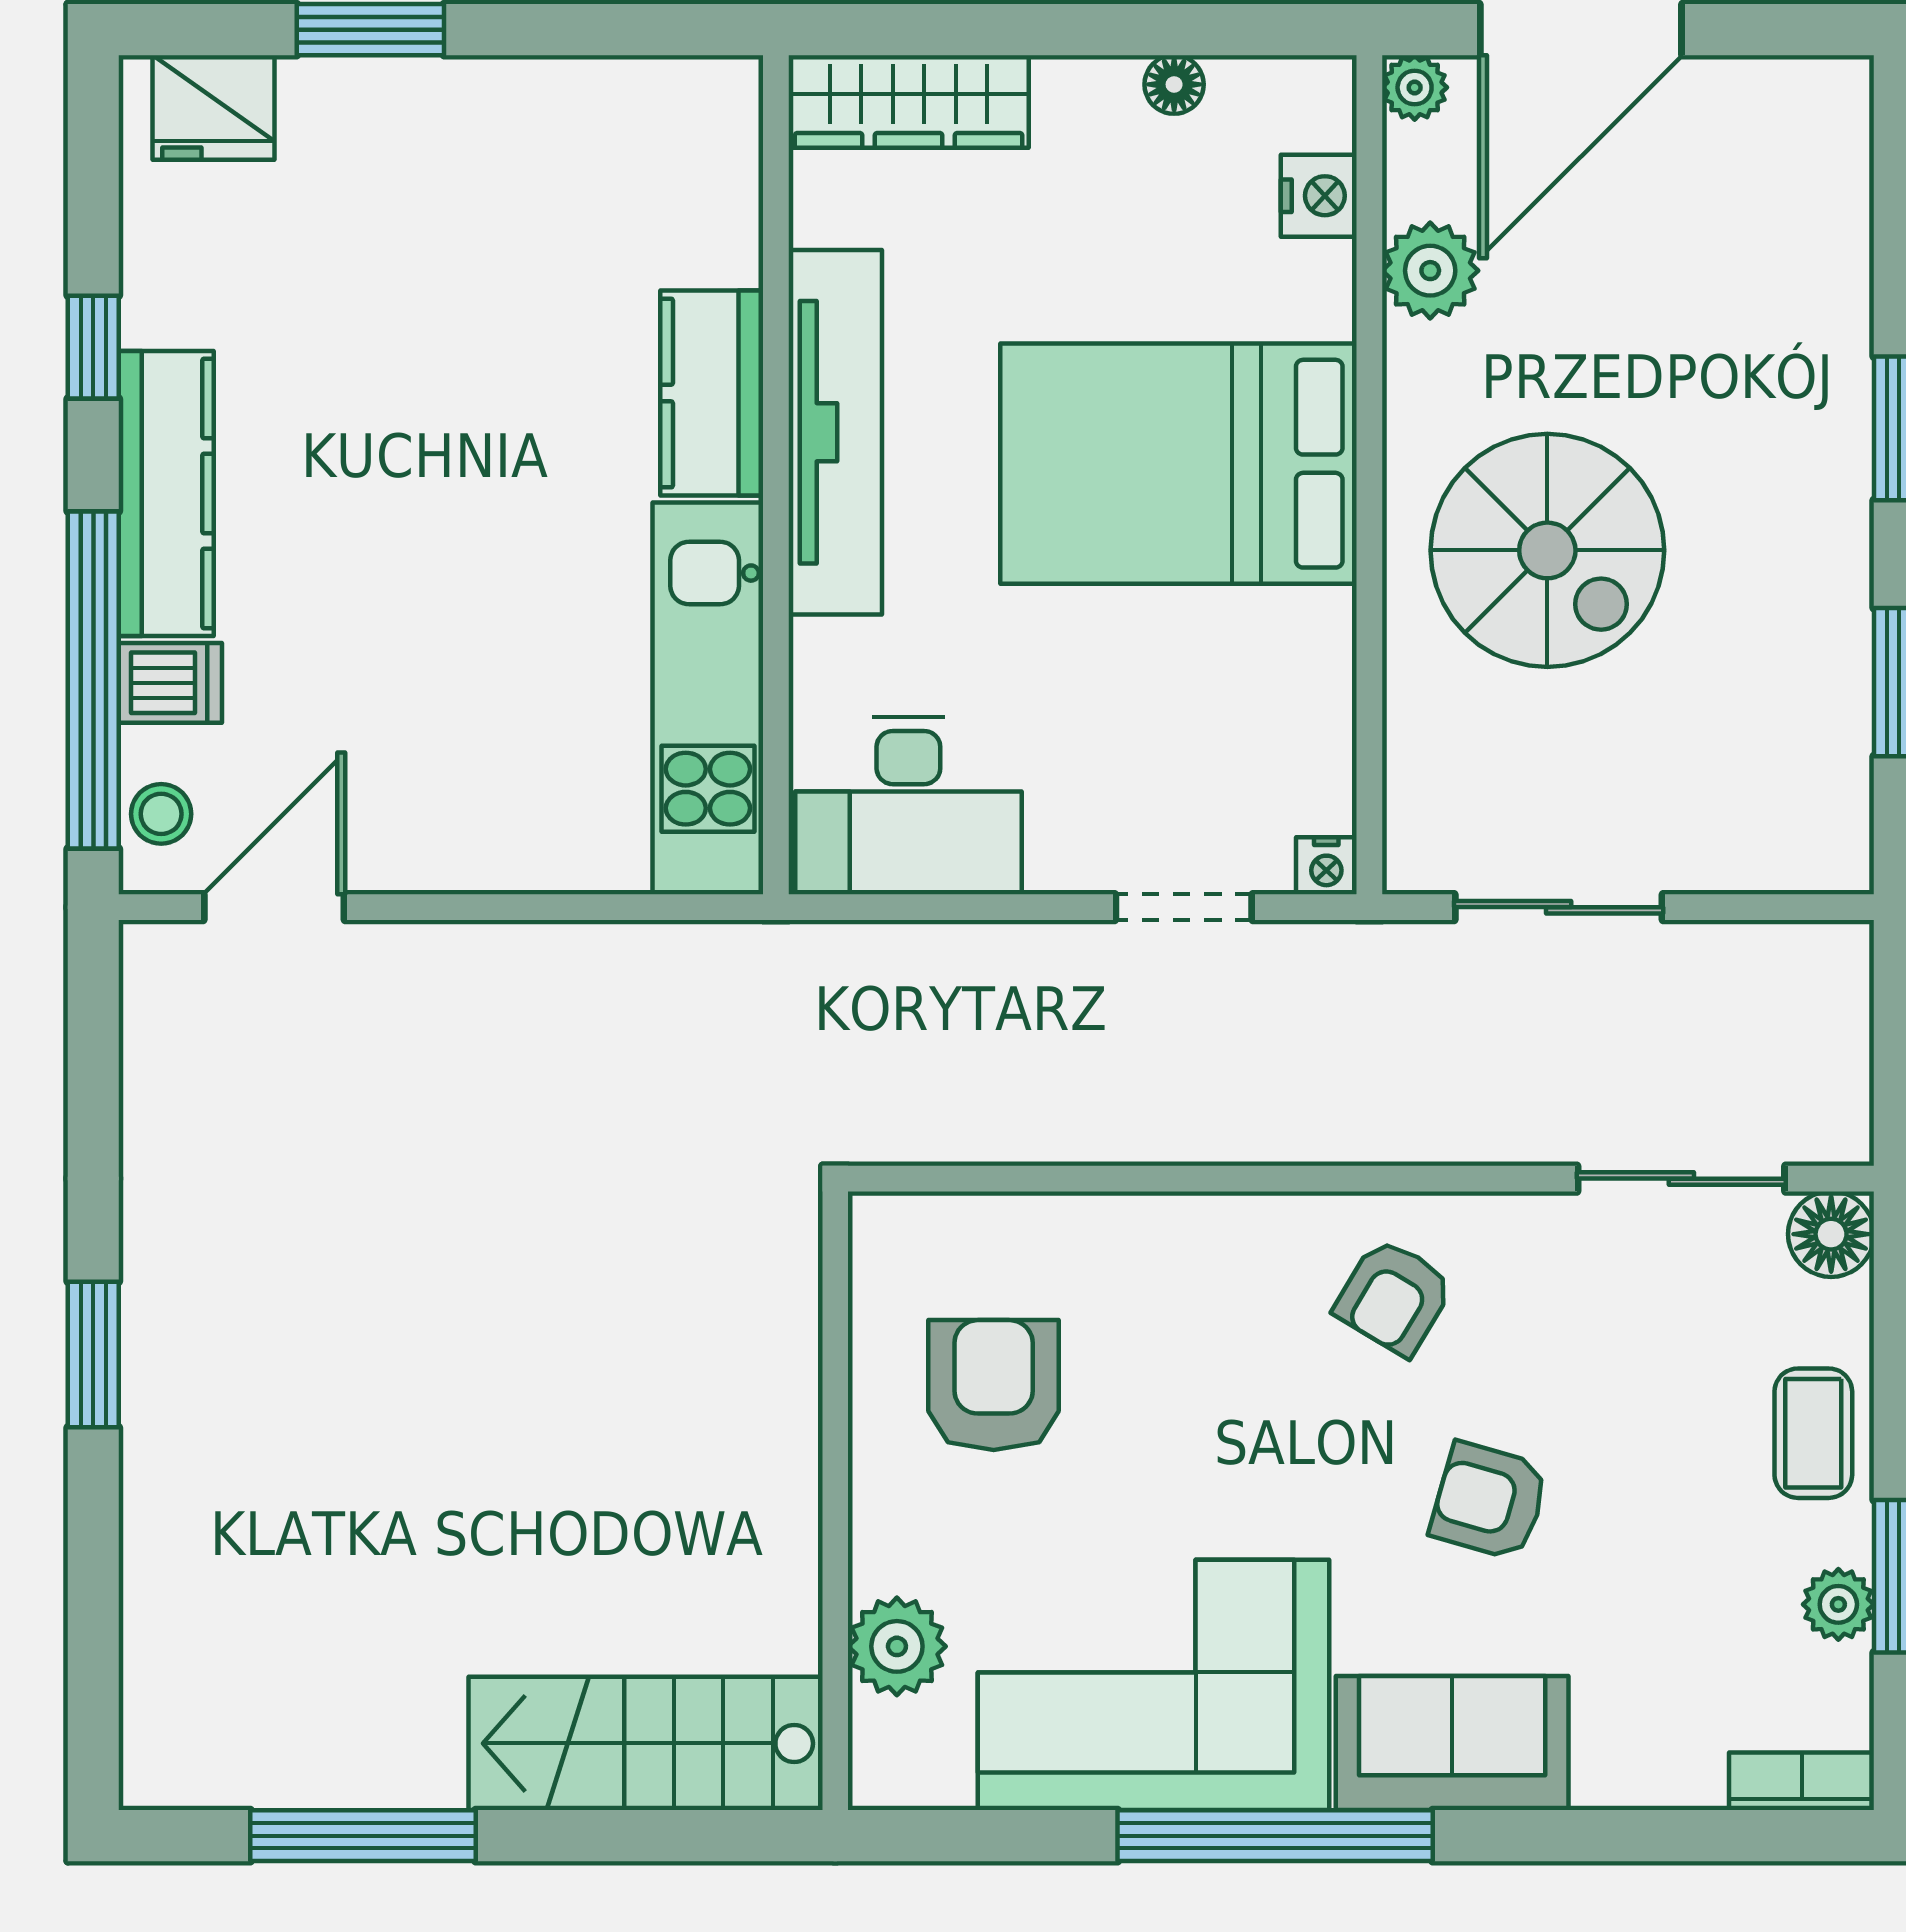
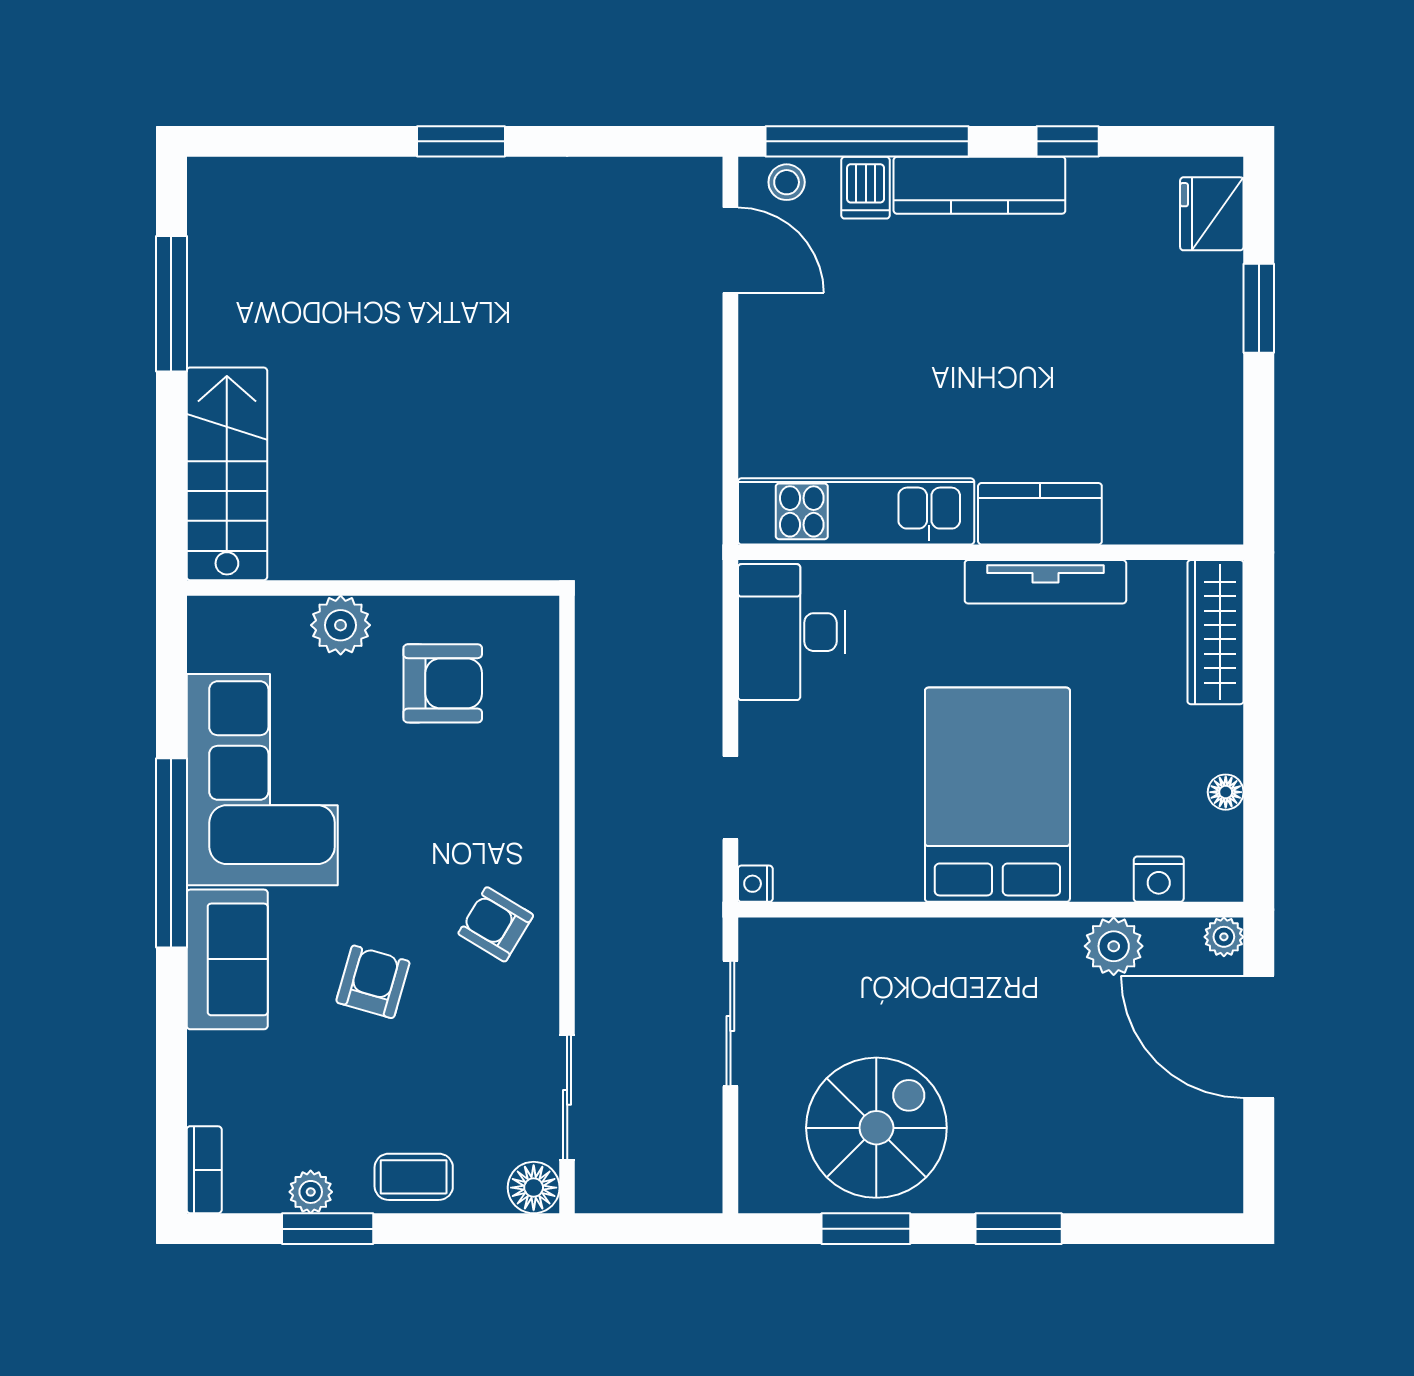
tv unit: (835, 432) -> (1045, 582), width x0.73, depth x0.78
spiral stairs: (1547, 550) -> (876, 1128), moved, turned 180
plant: (897, 1646) -> (341, 625), moved

